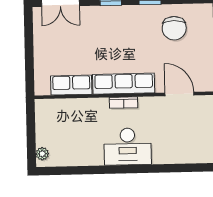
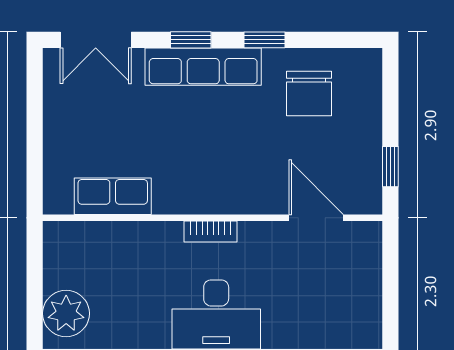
row of seats: (124, 84) -> (203, 67), moved, turned 180
plant: (42, 154) -> (66, 313), width x1.88, depth x1.88

